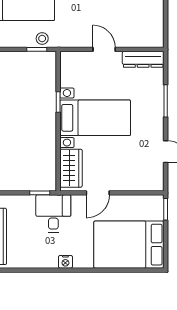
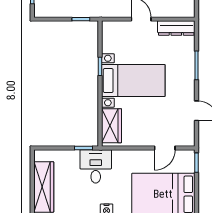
stool: (42, 39) -> (86, 9), removed
door: (98, 193) -> (165, 148), moved

